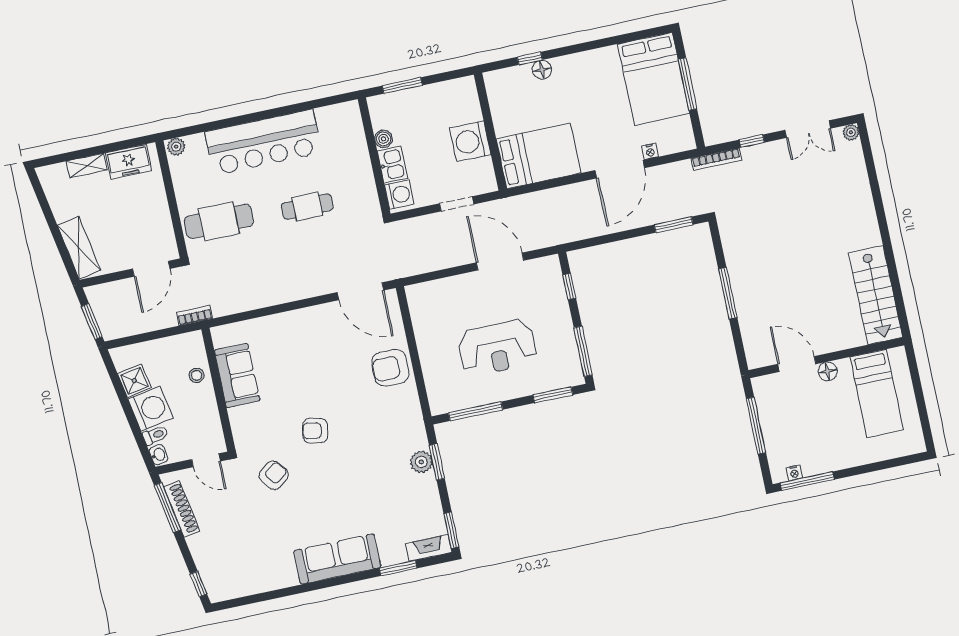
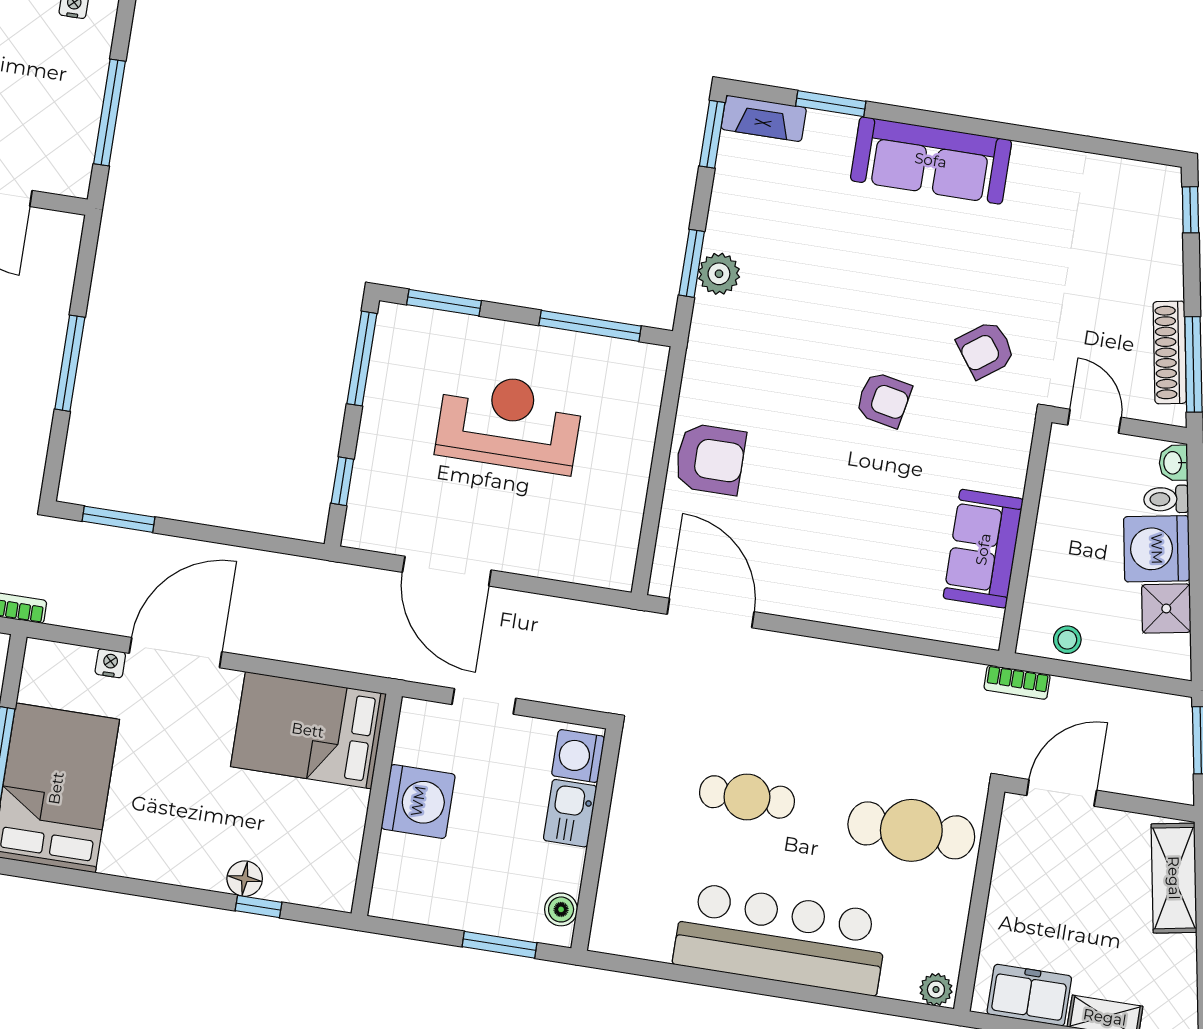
boiler: (383, 139) -> (561, 909), moved
stool: (197, 375) -> (1067, 640), moved

